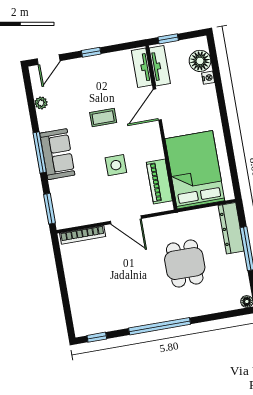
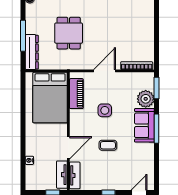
floor lamp: (200, 61) -> (33, 173), removed
plant: (41, 103) -> (146, 99), moved, width x1.87, depth x1.87
door: (126, 220) -> (104, 71), hinge flipped

